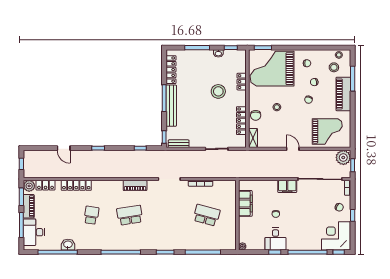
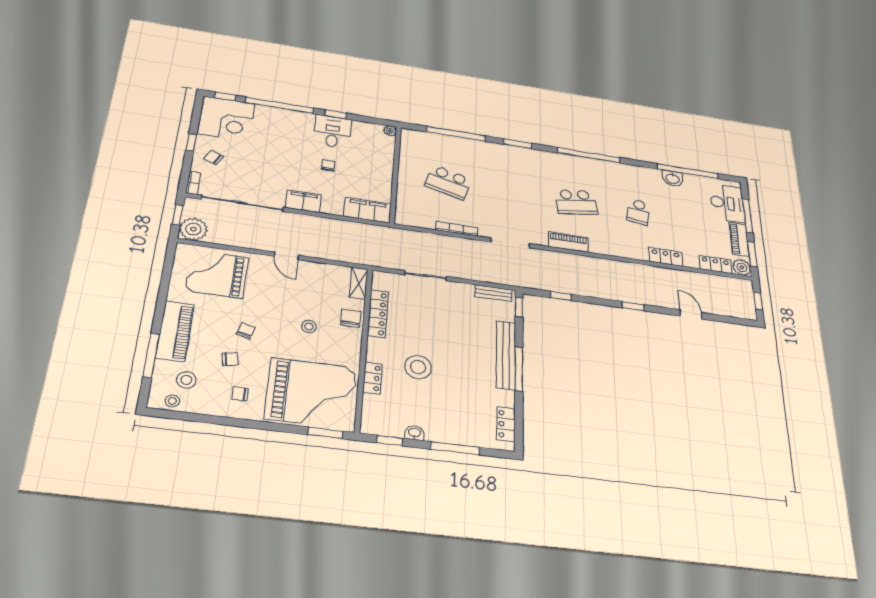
locker: (171, 70) -> (506, 424), width x0.66
locker: (76, 185) -> (666, 257), width x0.66
filing cabinet: (245, 203) -> (367, 210), moved, turned 90

